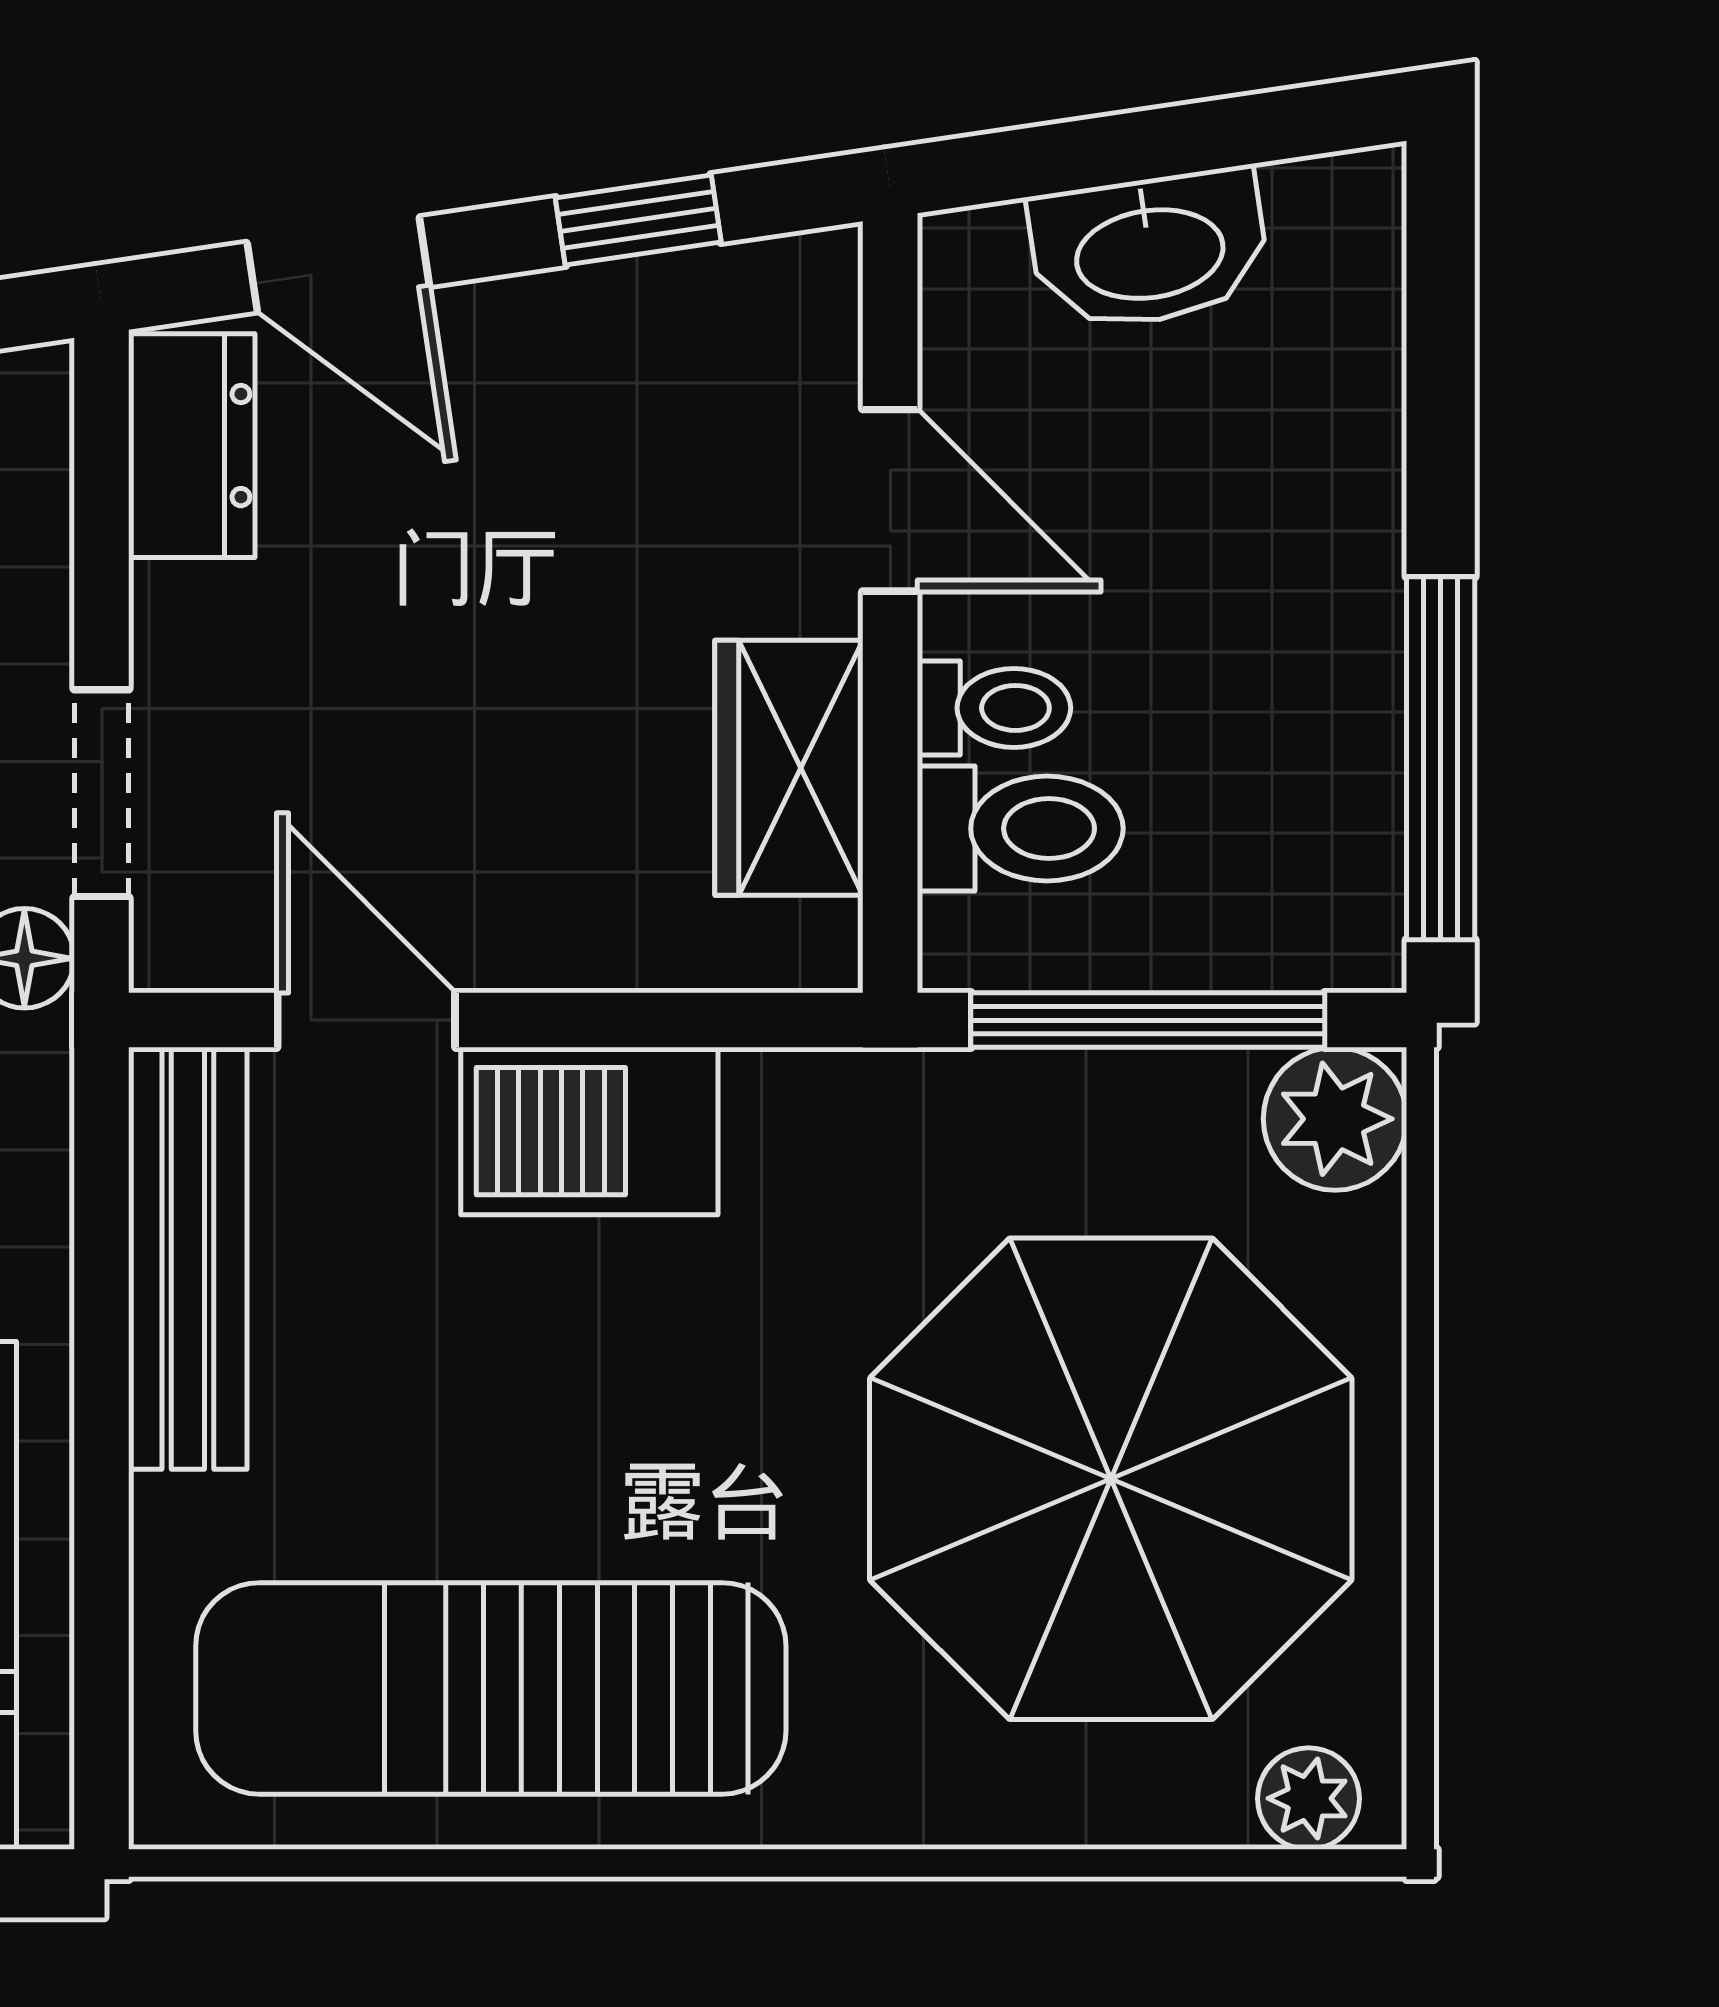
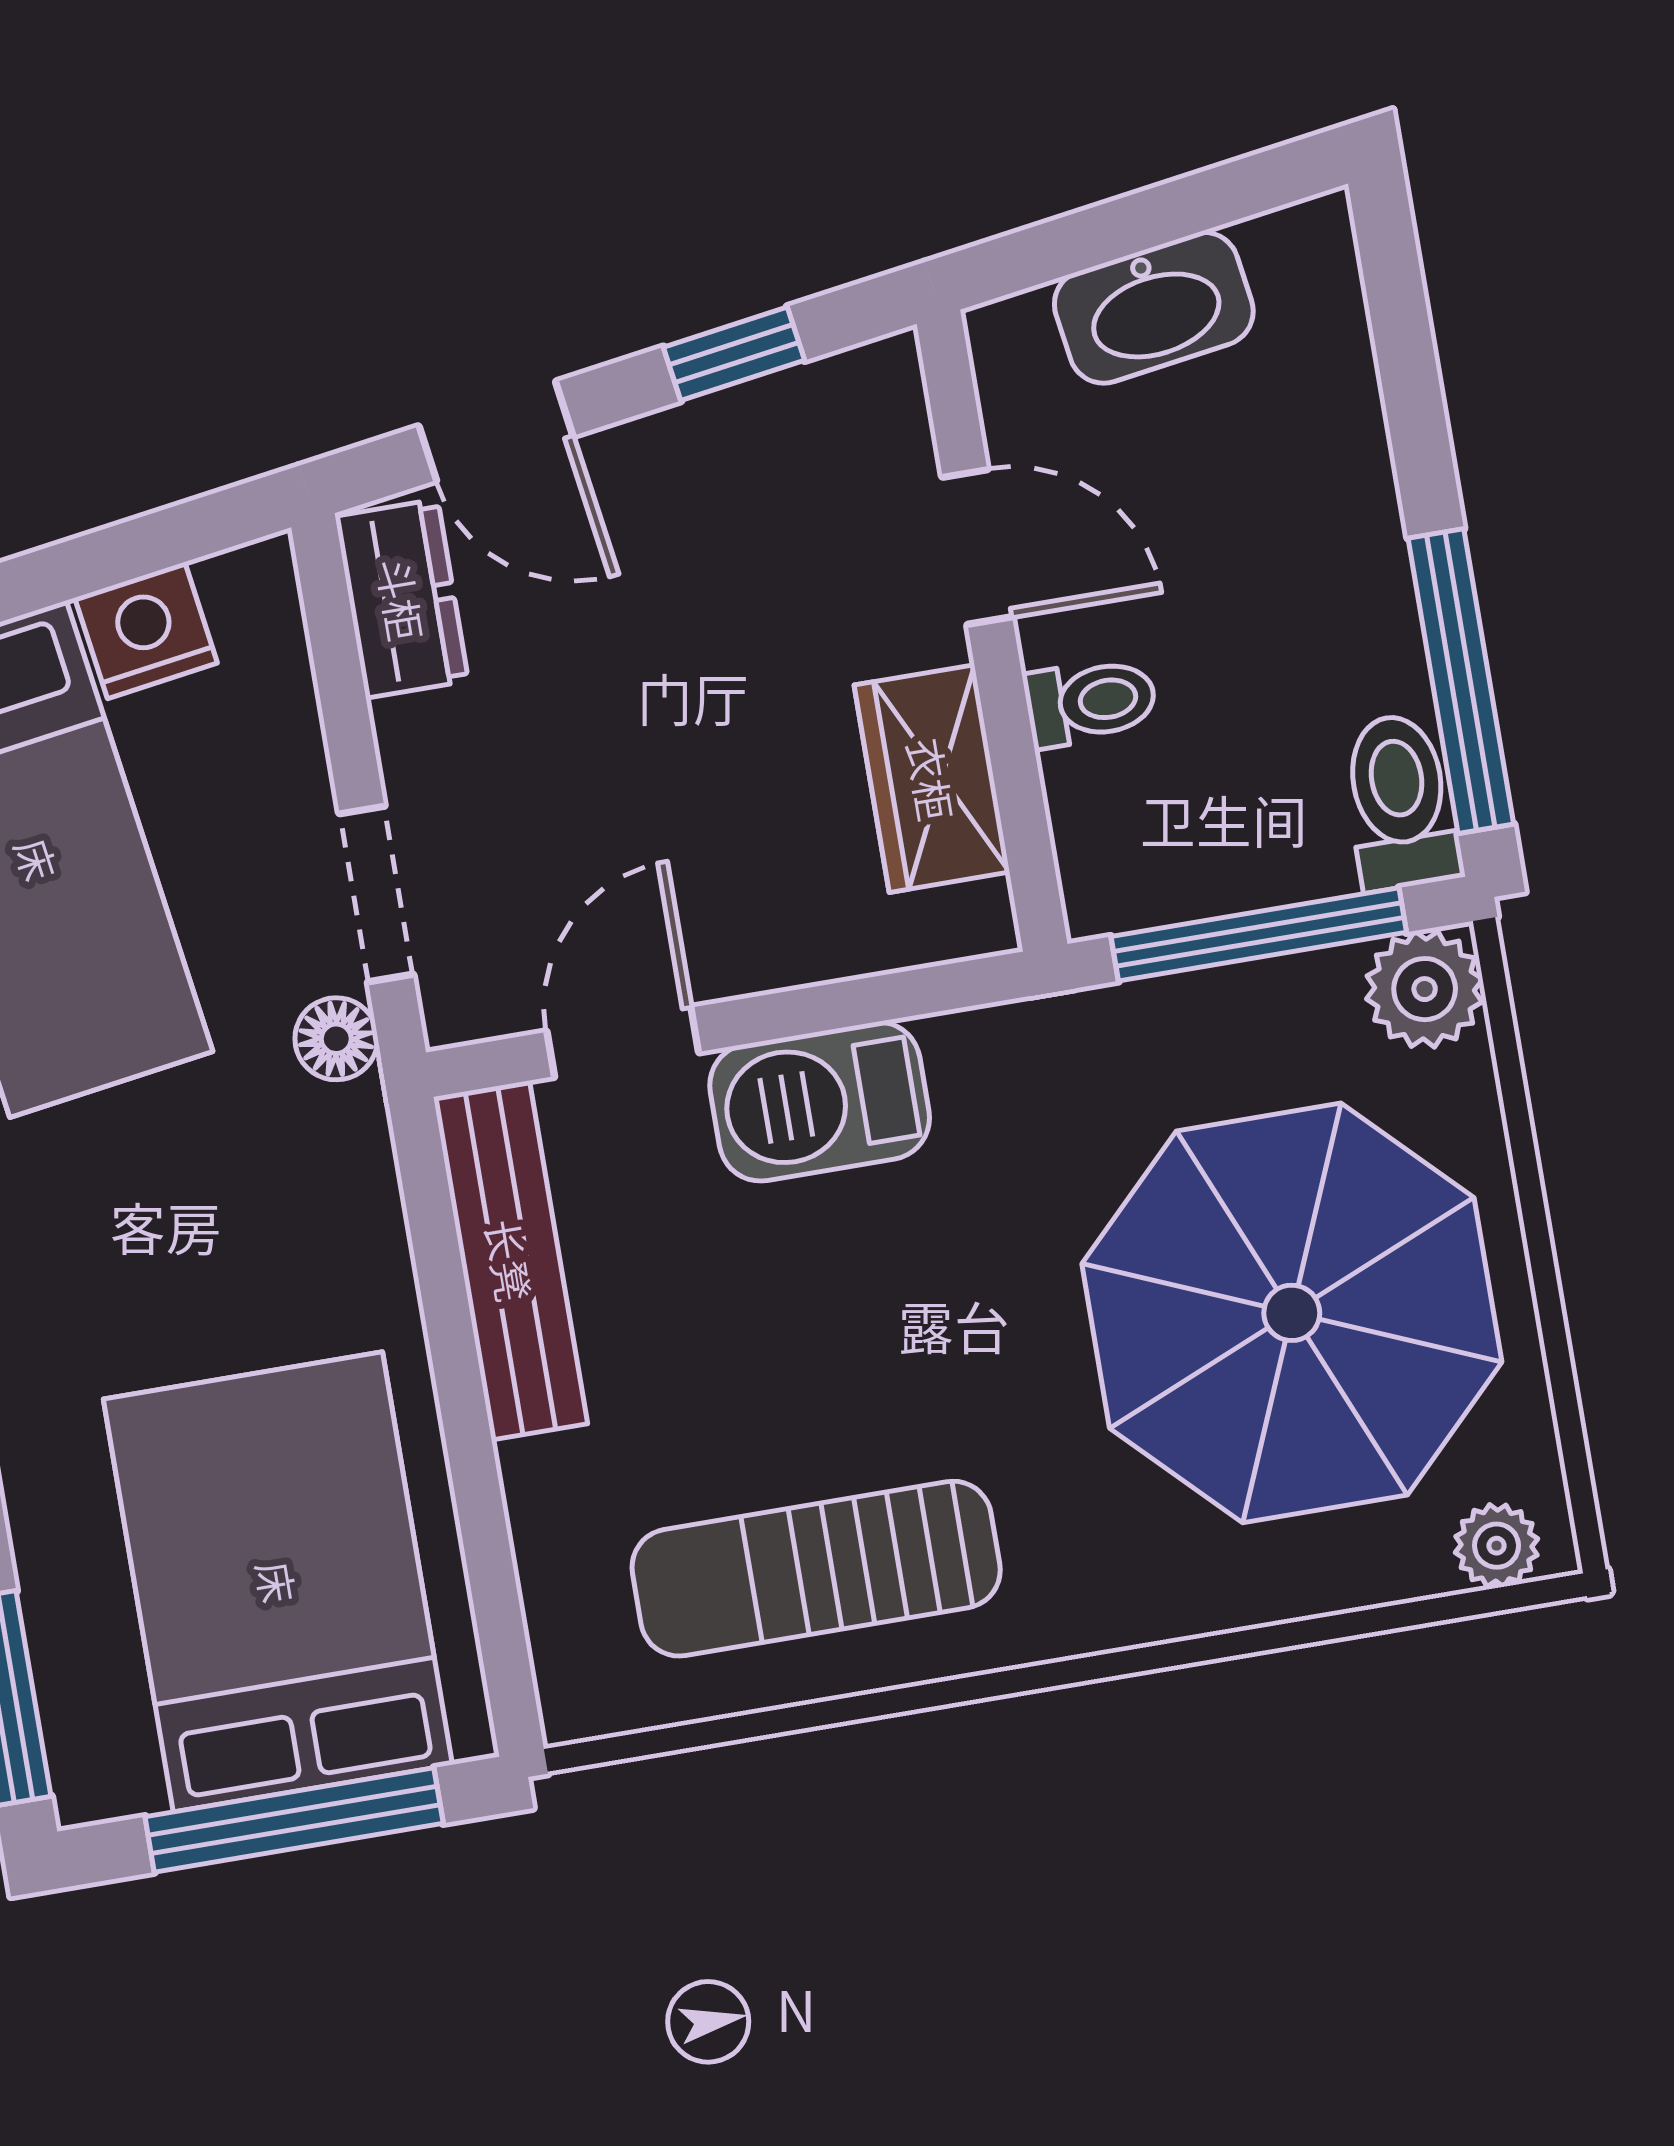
toilet: (1020, 829) -> (1400, 802), moved, turned -90
door: (366, 1020) -> (623, 1042), hinge flipped
sun lounger: (491, 1688) -> (816, 1569), width x0.73, depth x0.75

